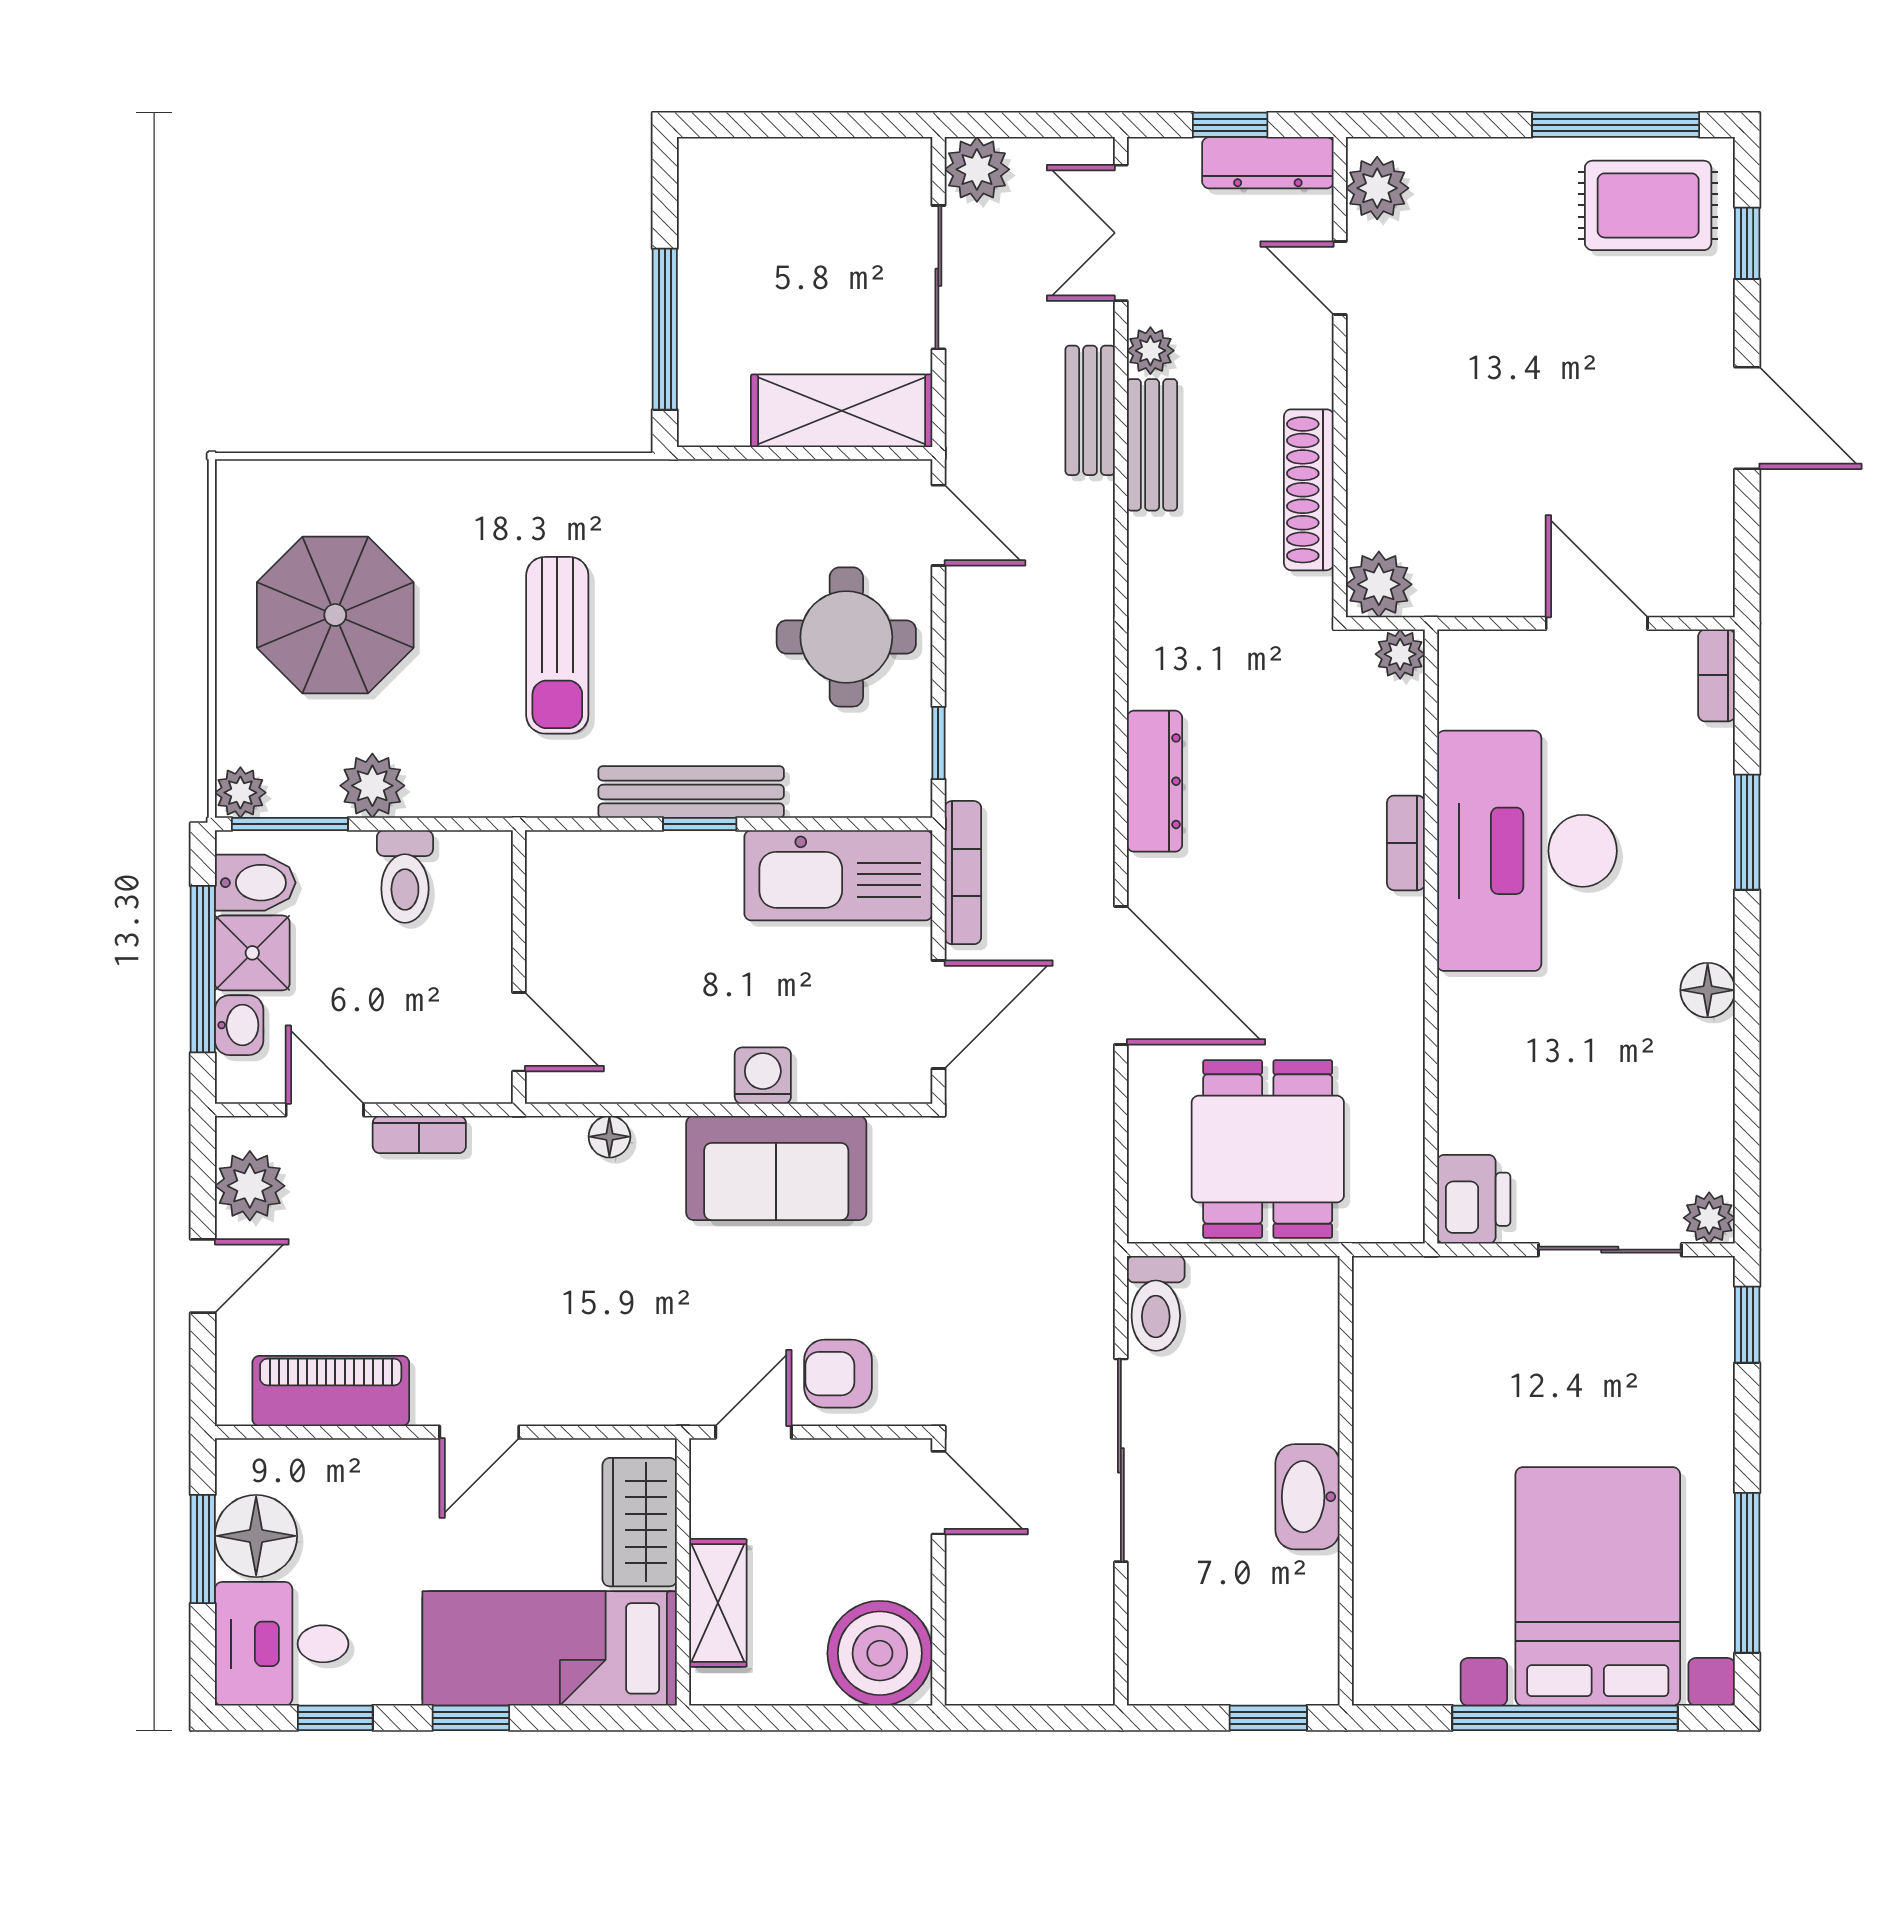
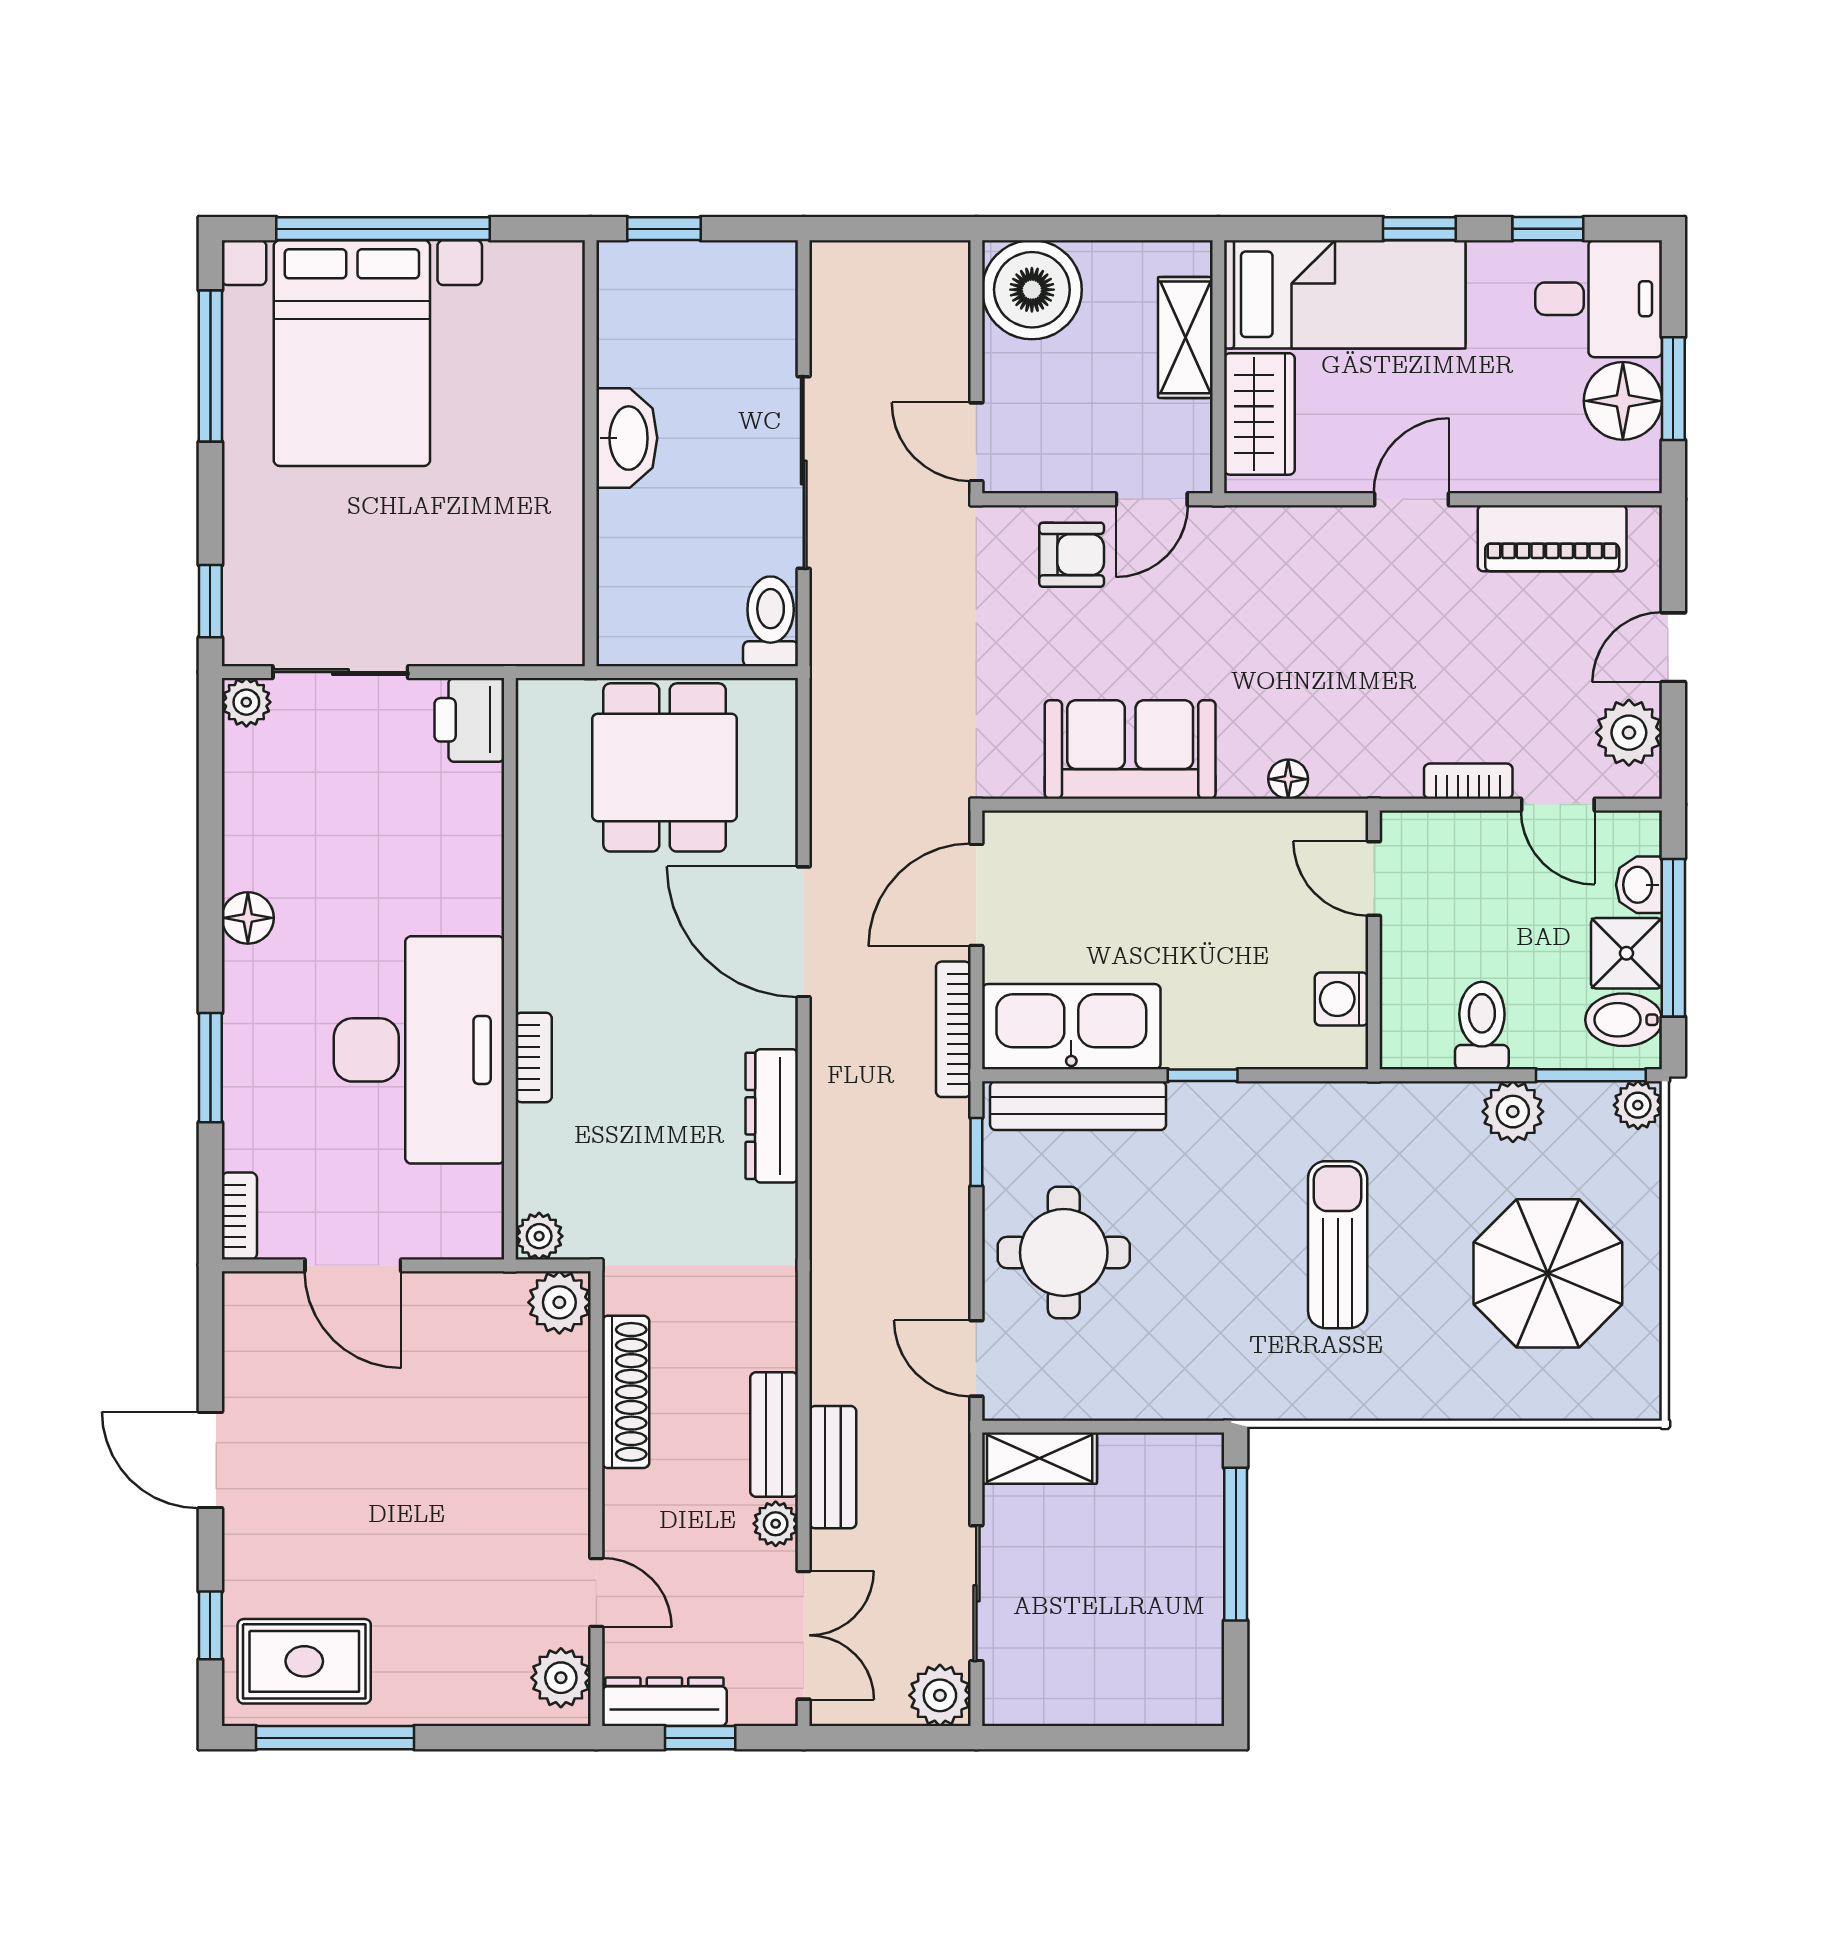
shelving: (842, 411) -> (1040, 1458), width x0.67, depth x0.75
bench: (691, 792) -> (1078, 1106), moved
washing machine: (763, 1076) -> (1342, 999), moved, turned 90

